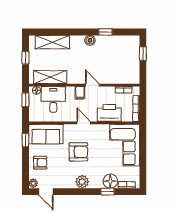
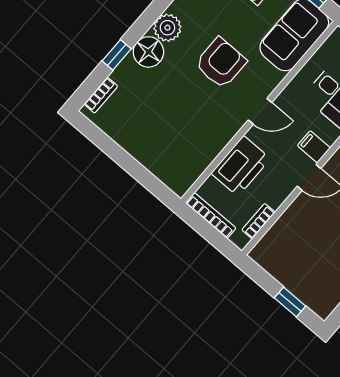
corner sofa: (125, 145) -> (168, 147), removed
armchair: (78, 152) -> (221, 63), turned 180
floor lamp: (110, 181) -> (148, 52), moved

